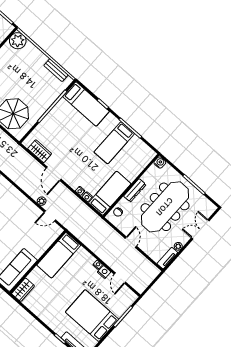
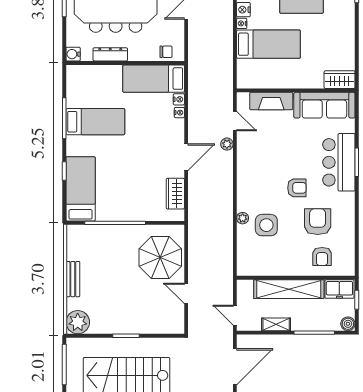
bench: (56, 70) -> (73, 279), moved
dresser: (135, 190) -> (110, 54), moved
fireplace: (44, 244) -> (271, 101), added
bed: (59, 255) -> (268, 44), moved

